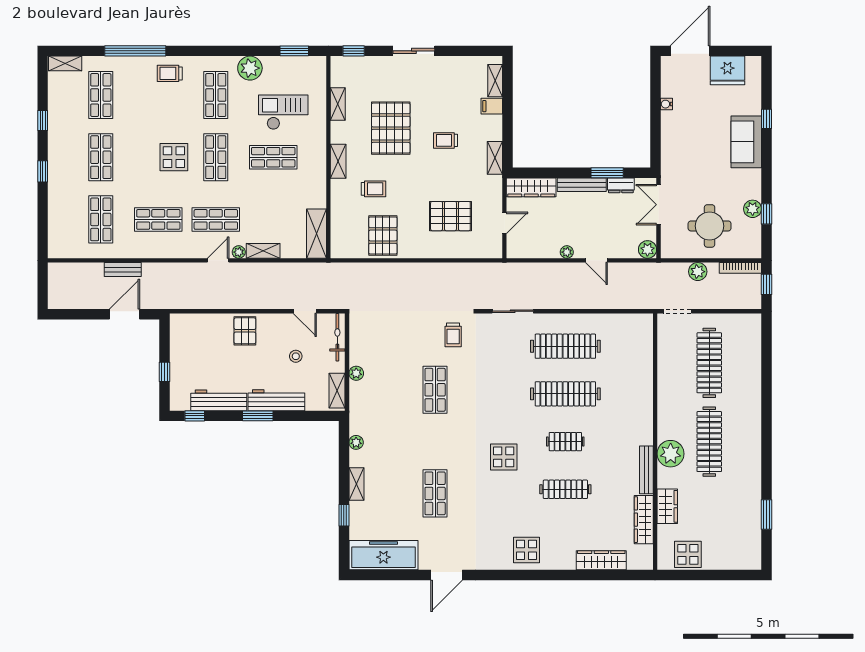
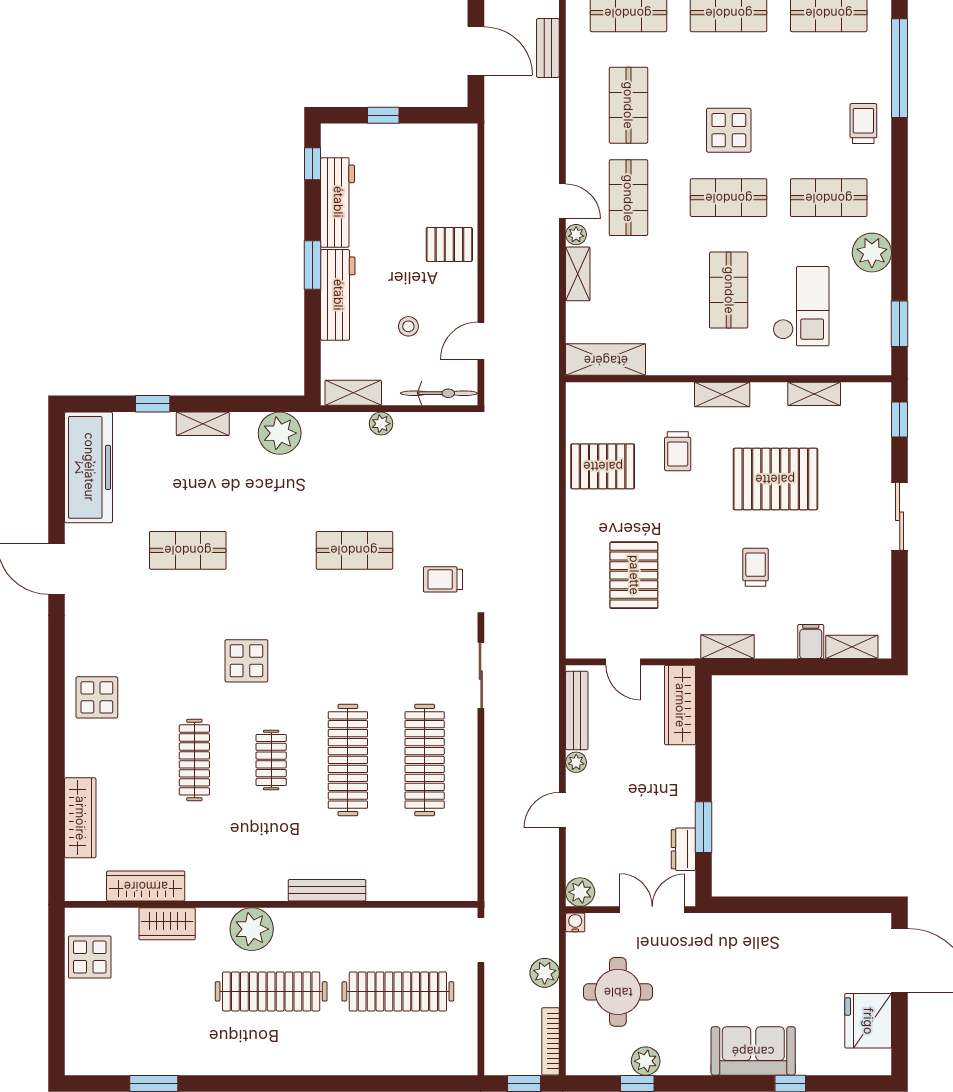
water cooler: (666, 104) -> (575, 922), moved
bench: (582, 185) -> (577, 710), moved
plant: (356, 442) -> (280, 433), width x1.87, depth x1.87
bench: (646, 470) -> (327, 890), moved

